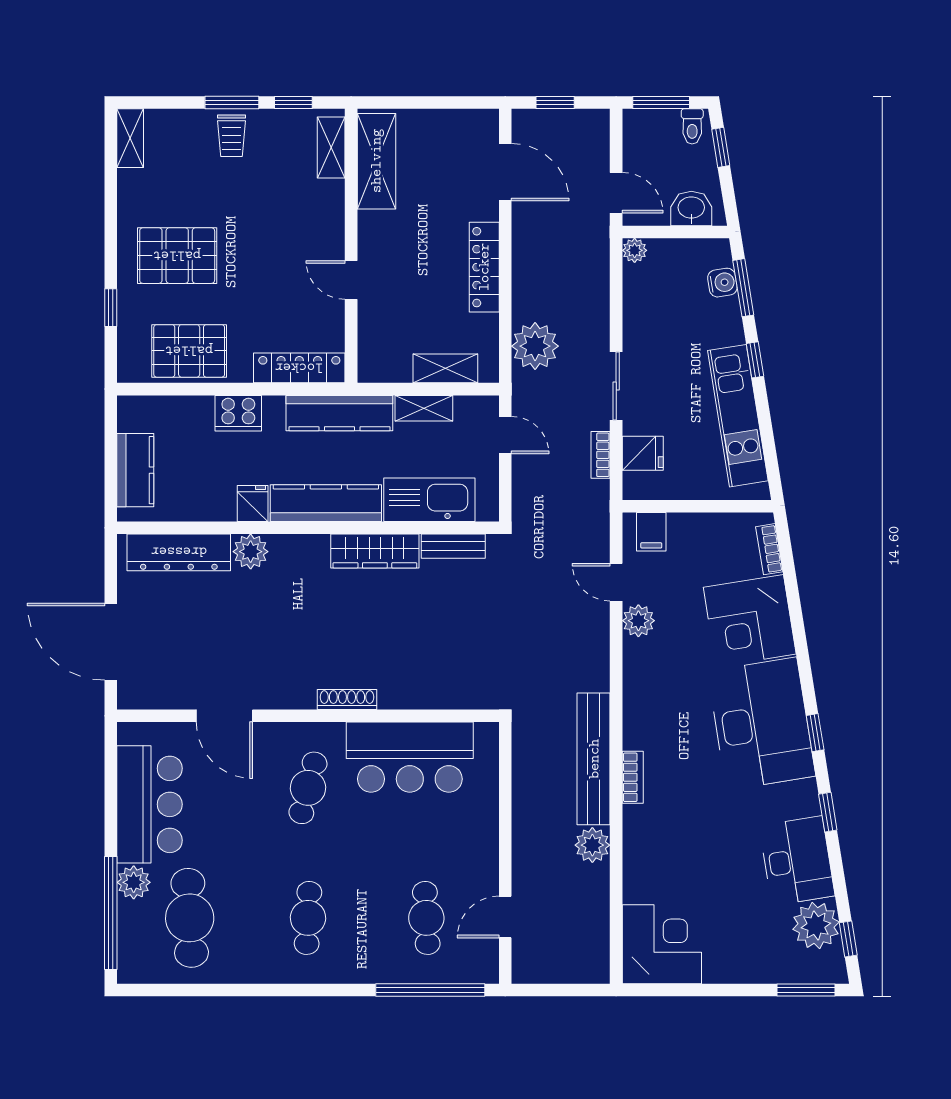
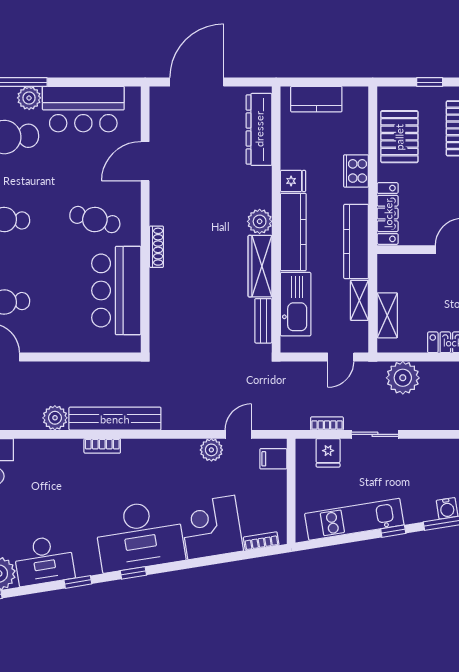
plant: (251, 552) -> (260, 221), moved

